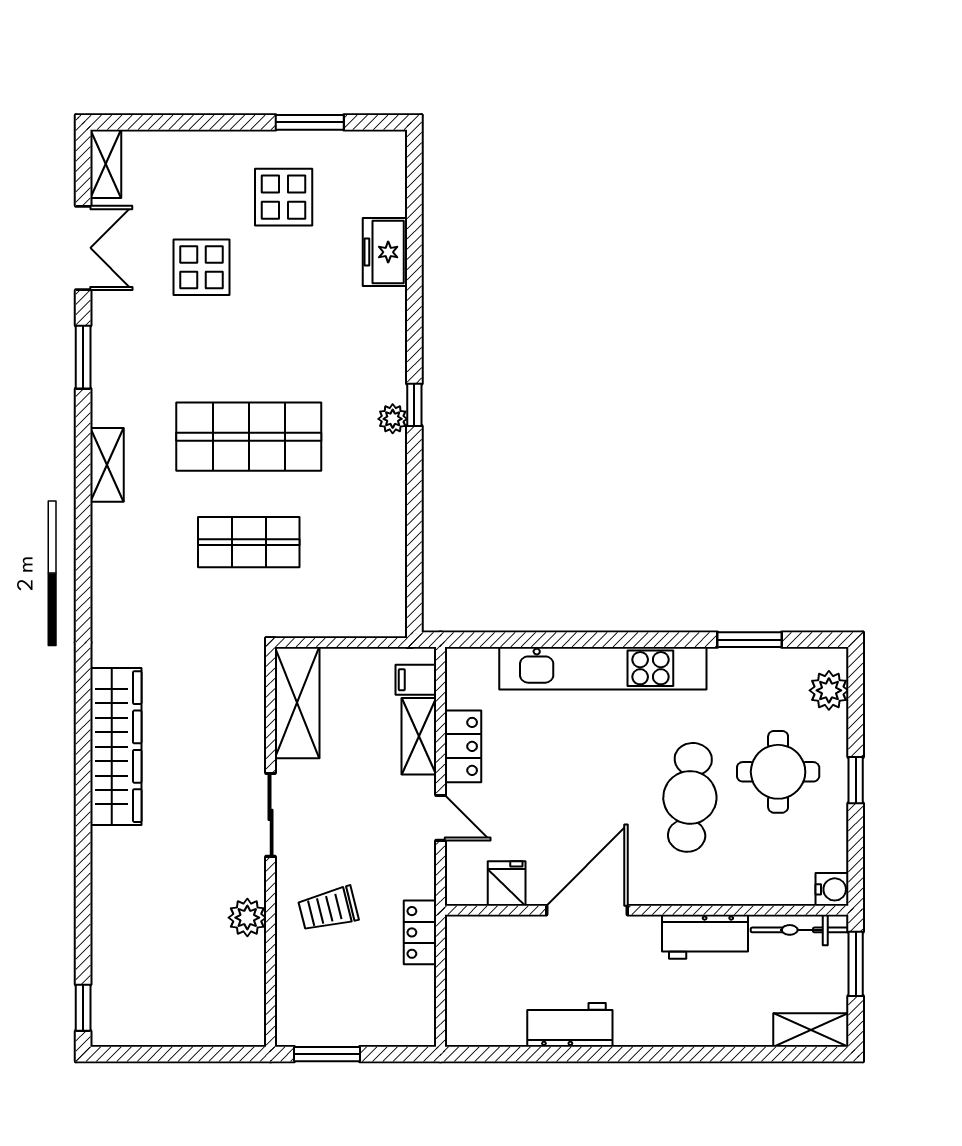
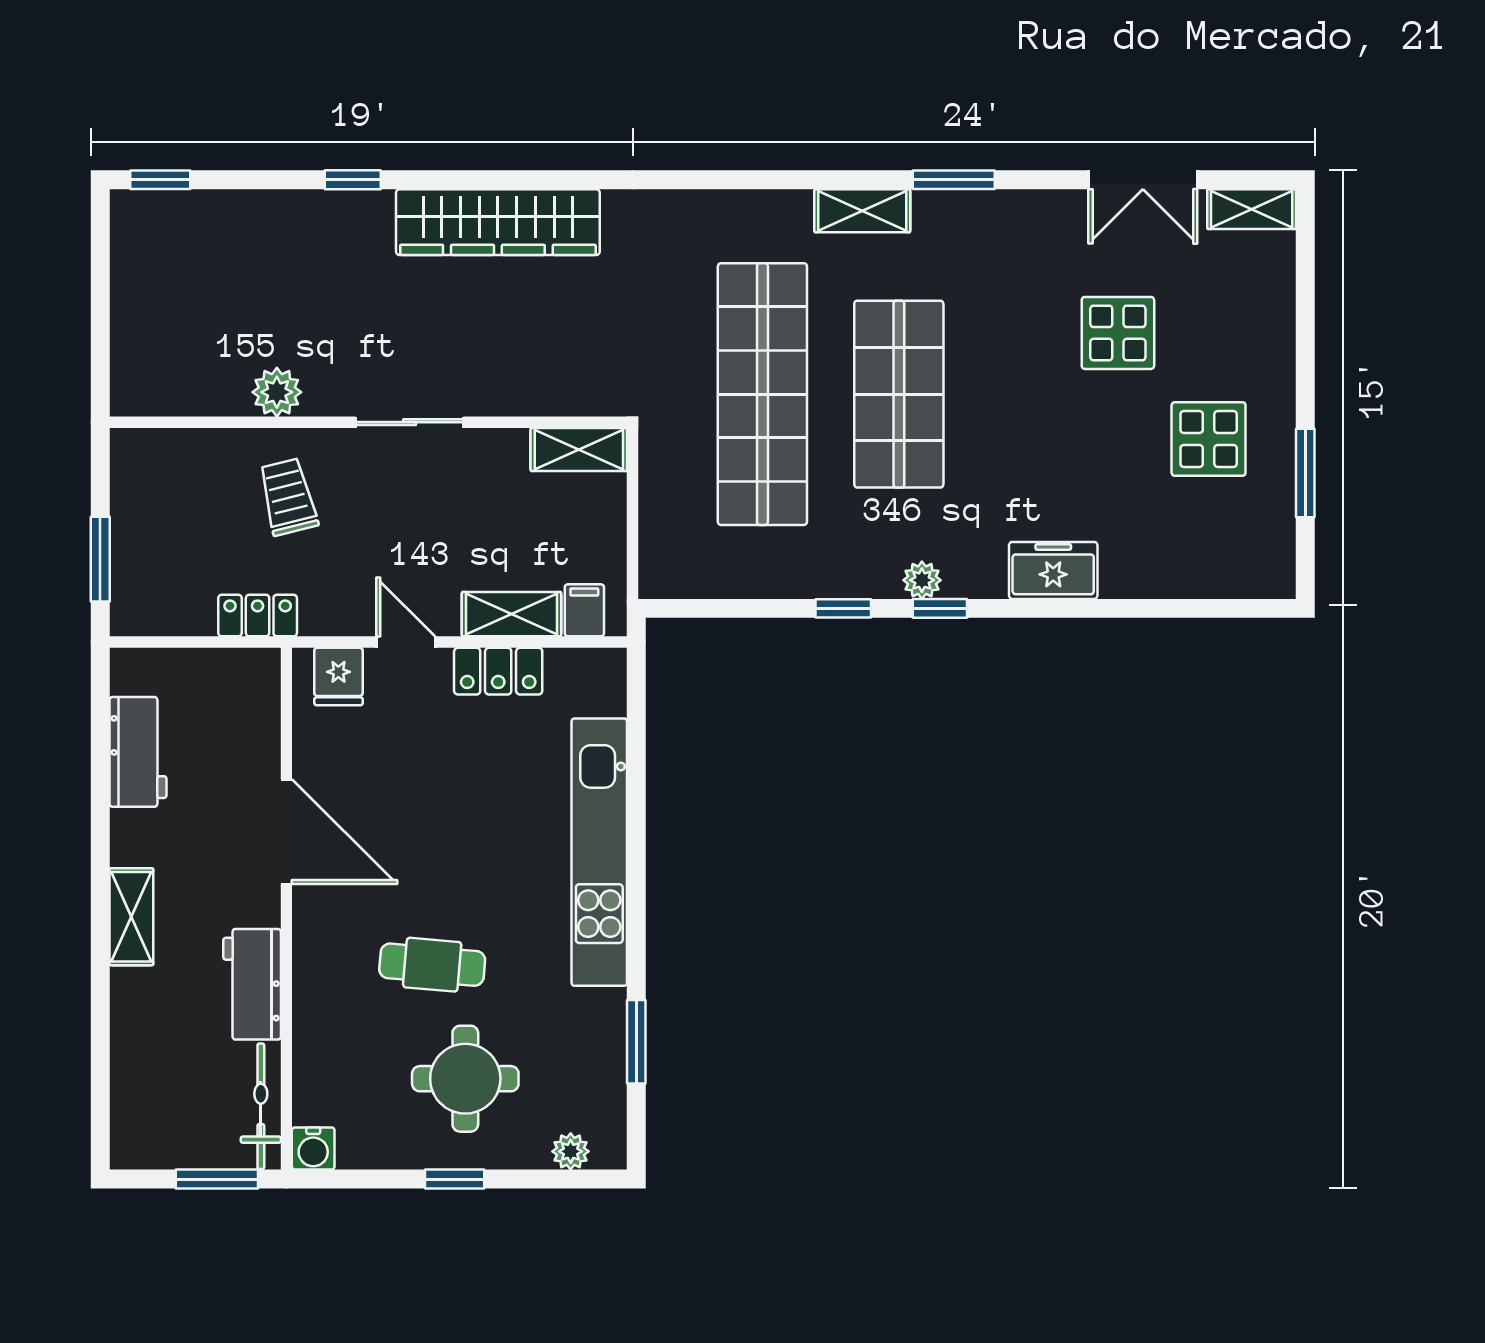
freezer: (385, 252) -> (1053, 570), moved
window: (83, 357) -> (954, 180), moved
window: (414, 480) -> (843, 608), added
shop shelf: (249, 542) -> (762, 394), width x2.00, depth x1.36
plant: (829, 690) -> (571, 1151), width x0.73, depth x0.73
shelving: (297, 703) -> (579, 449), width x0.67, depth x0.75
cafe table: (690, 797) -> (432, 965), width x0.73, depth x0.74
door: (440, 818) -> (406, 642), swing flipped
window: (83, 859) -> (353, 180), added
fridge: (507, 884) -> (338, 676), moved, turned 90
workbench: (570, 1025) -> (138, 752), moved
shelving: (811, 1030) -> (131, 917), moved
window: (327, 1054) -> (100, 559), moved

